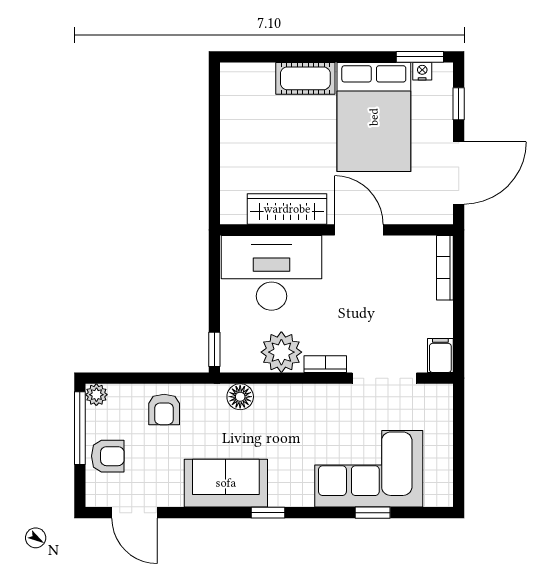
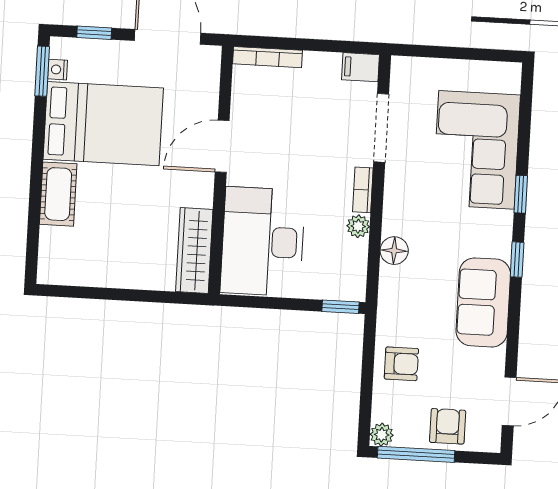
wardrobe: (287, 209) -> (194, 251), moved
plant: (281, 352) -> (358, 226), width x0.53, depth x0.53
floor lamp: (240, 397) -> (394, 251), moved
window: (373, 513) -> (521, 194), moved

